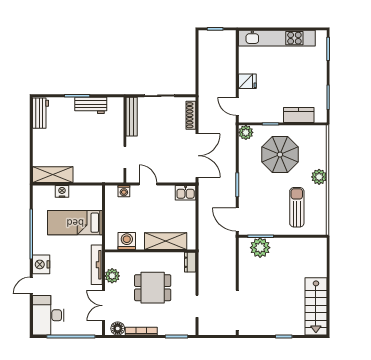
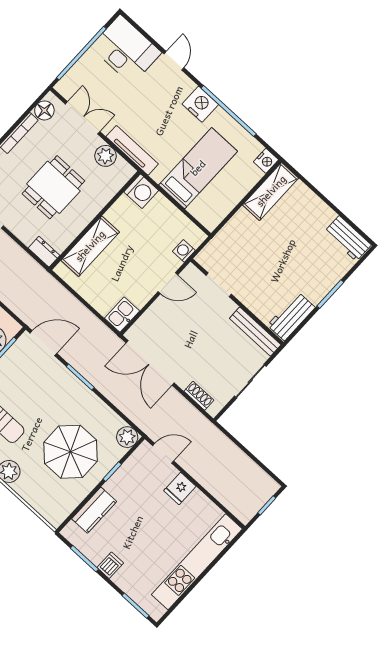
dishwasher: (319, 81) -> (110, 565), added
workbench: (91, 105) -> (291, 316), moved
shoe rack: (191, 115) -> (199, 396), width x0.70
nightstand: (62, 191) -> (266, 161), moved
washing machine: (127, 241) -> (141, 191), moved
nightstand: (41, 264) -> (200, 104), moved

